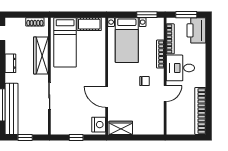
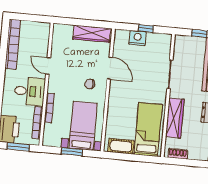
window: (147, 15) -> (72, 152), moved
chair: (145, 81) -> (90, 84), moved
door: (165, 93) -> (48, 66), hinge flipped
nightstand: (99, 125) -> (137, 38), moved, turned 90
wardrobe: (121, 128) -> (92, 34), width x1.50

